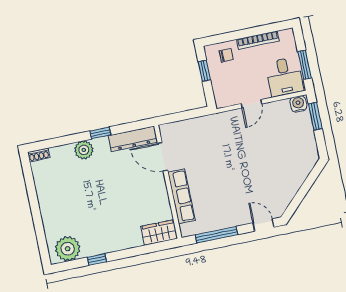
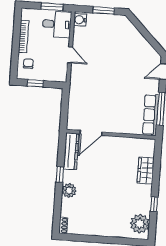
window: (315, 116) -> (104, 10), moved
row of seats: (182, 196) -> (151, 115), moved, turned -90
wardrobe: (159, 233) -> (146, 170), moved

